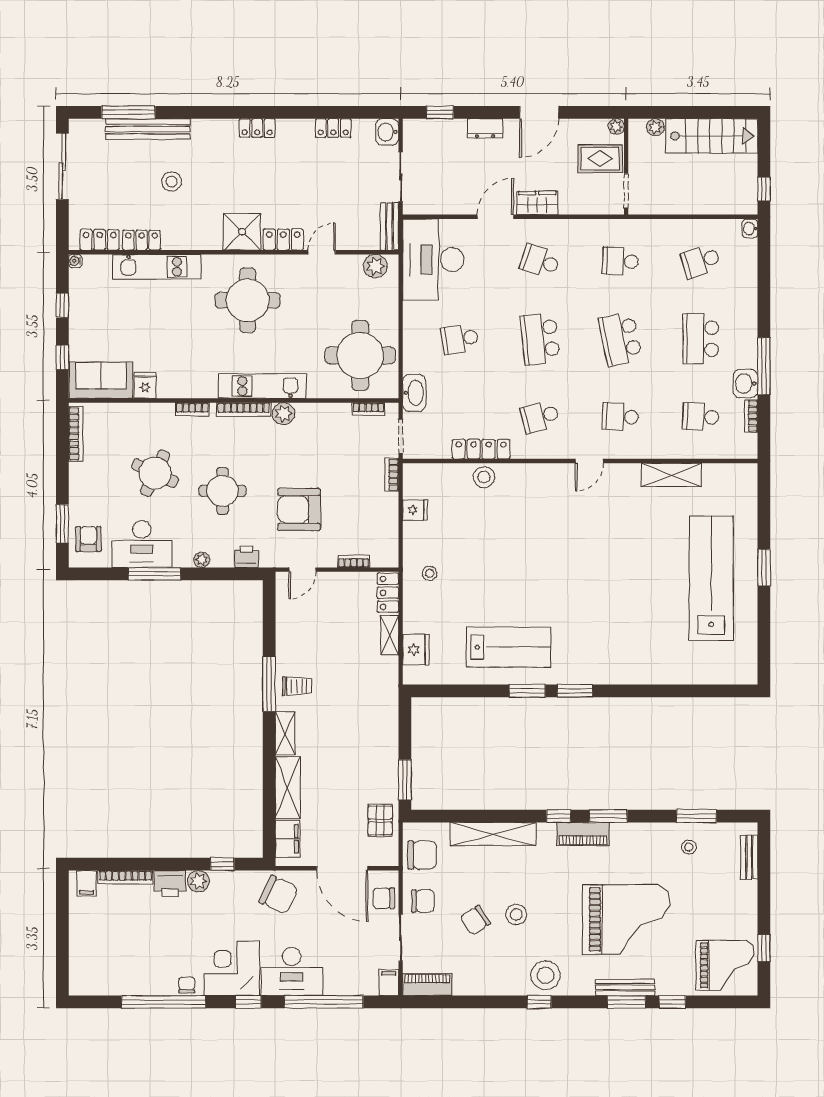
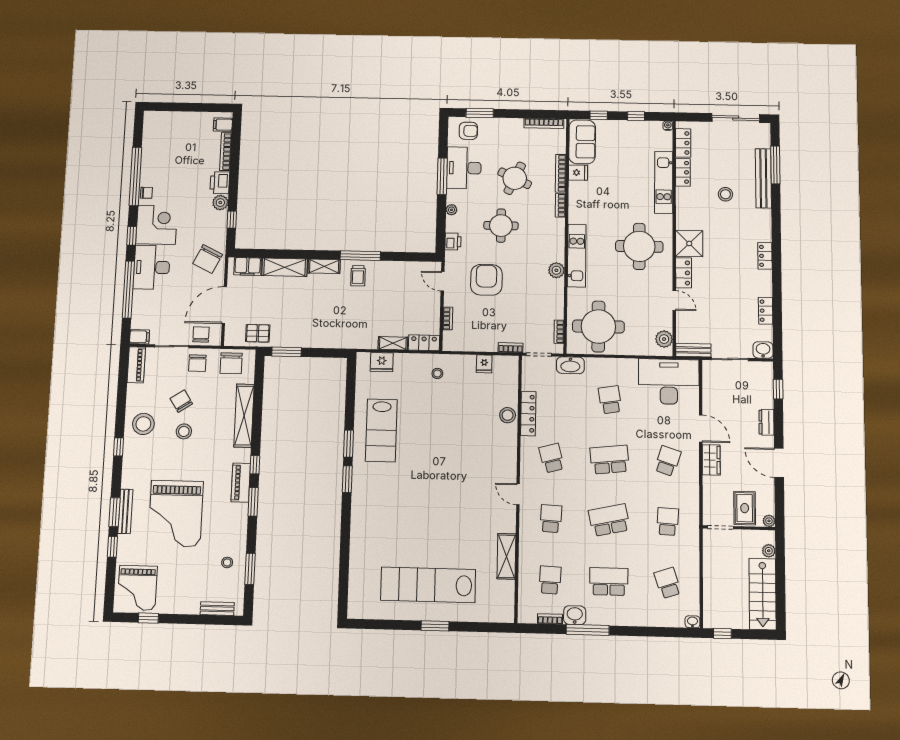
bookcase: (244, 410) -> (561, 173), moved
lab bench: (711, 578) -> (428, 585), turned 180
stool: (545, 975) -> (143, 424), moved

